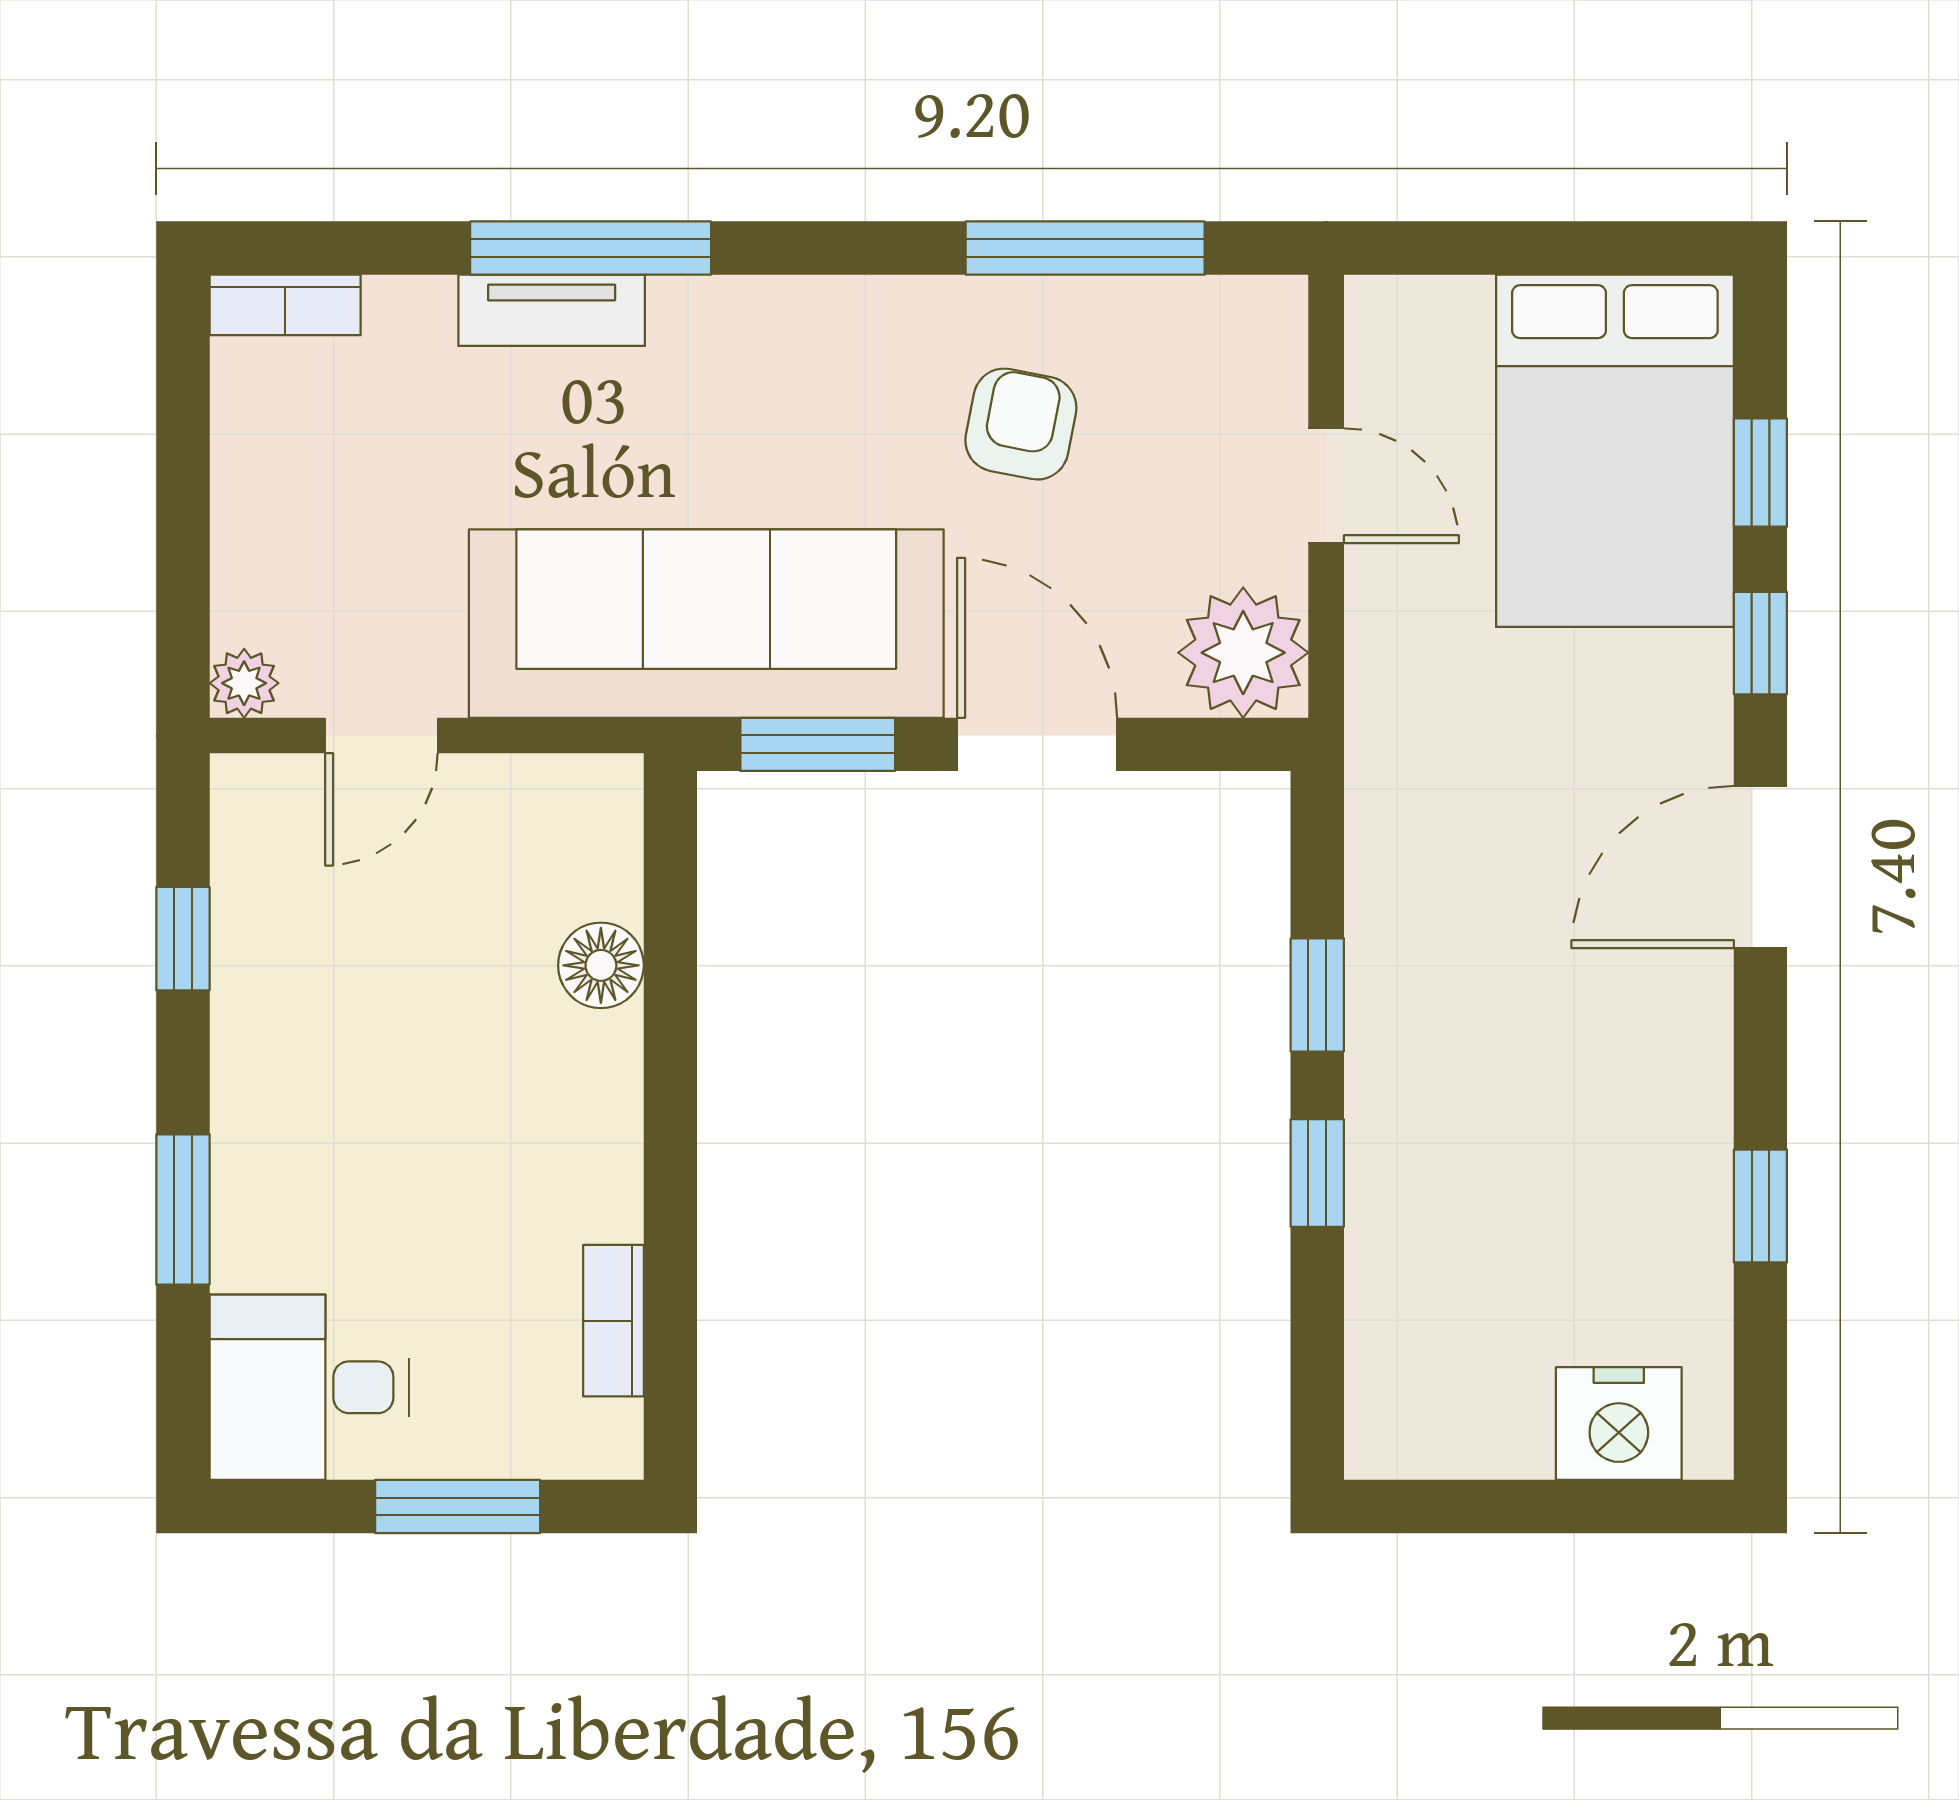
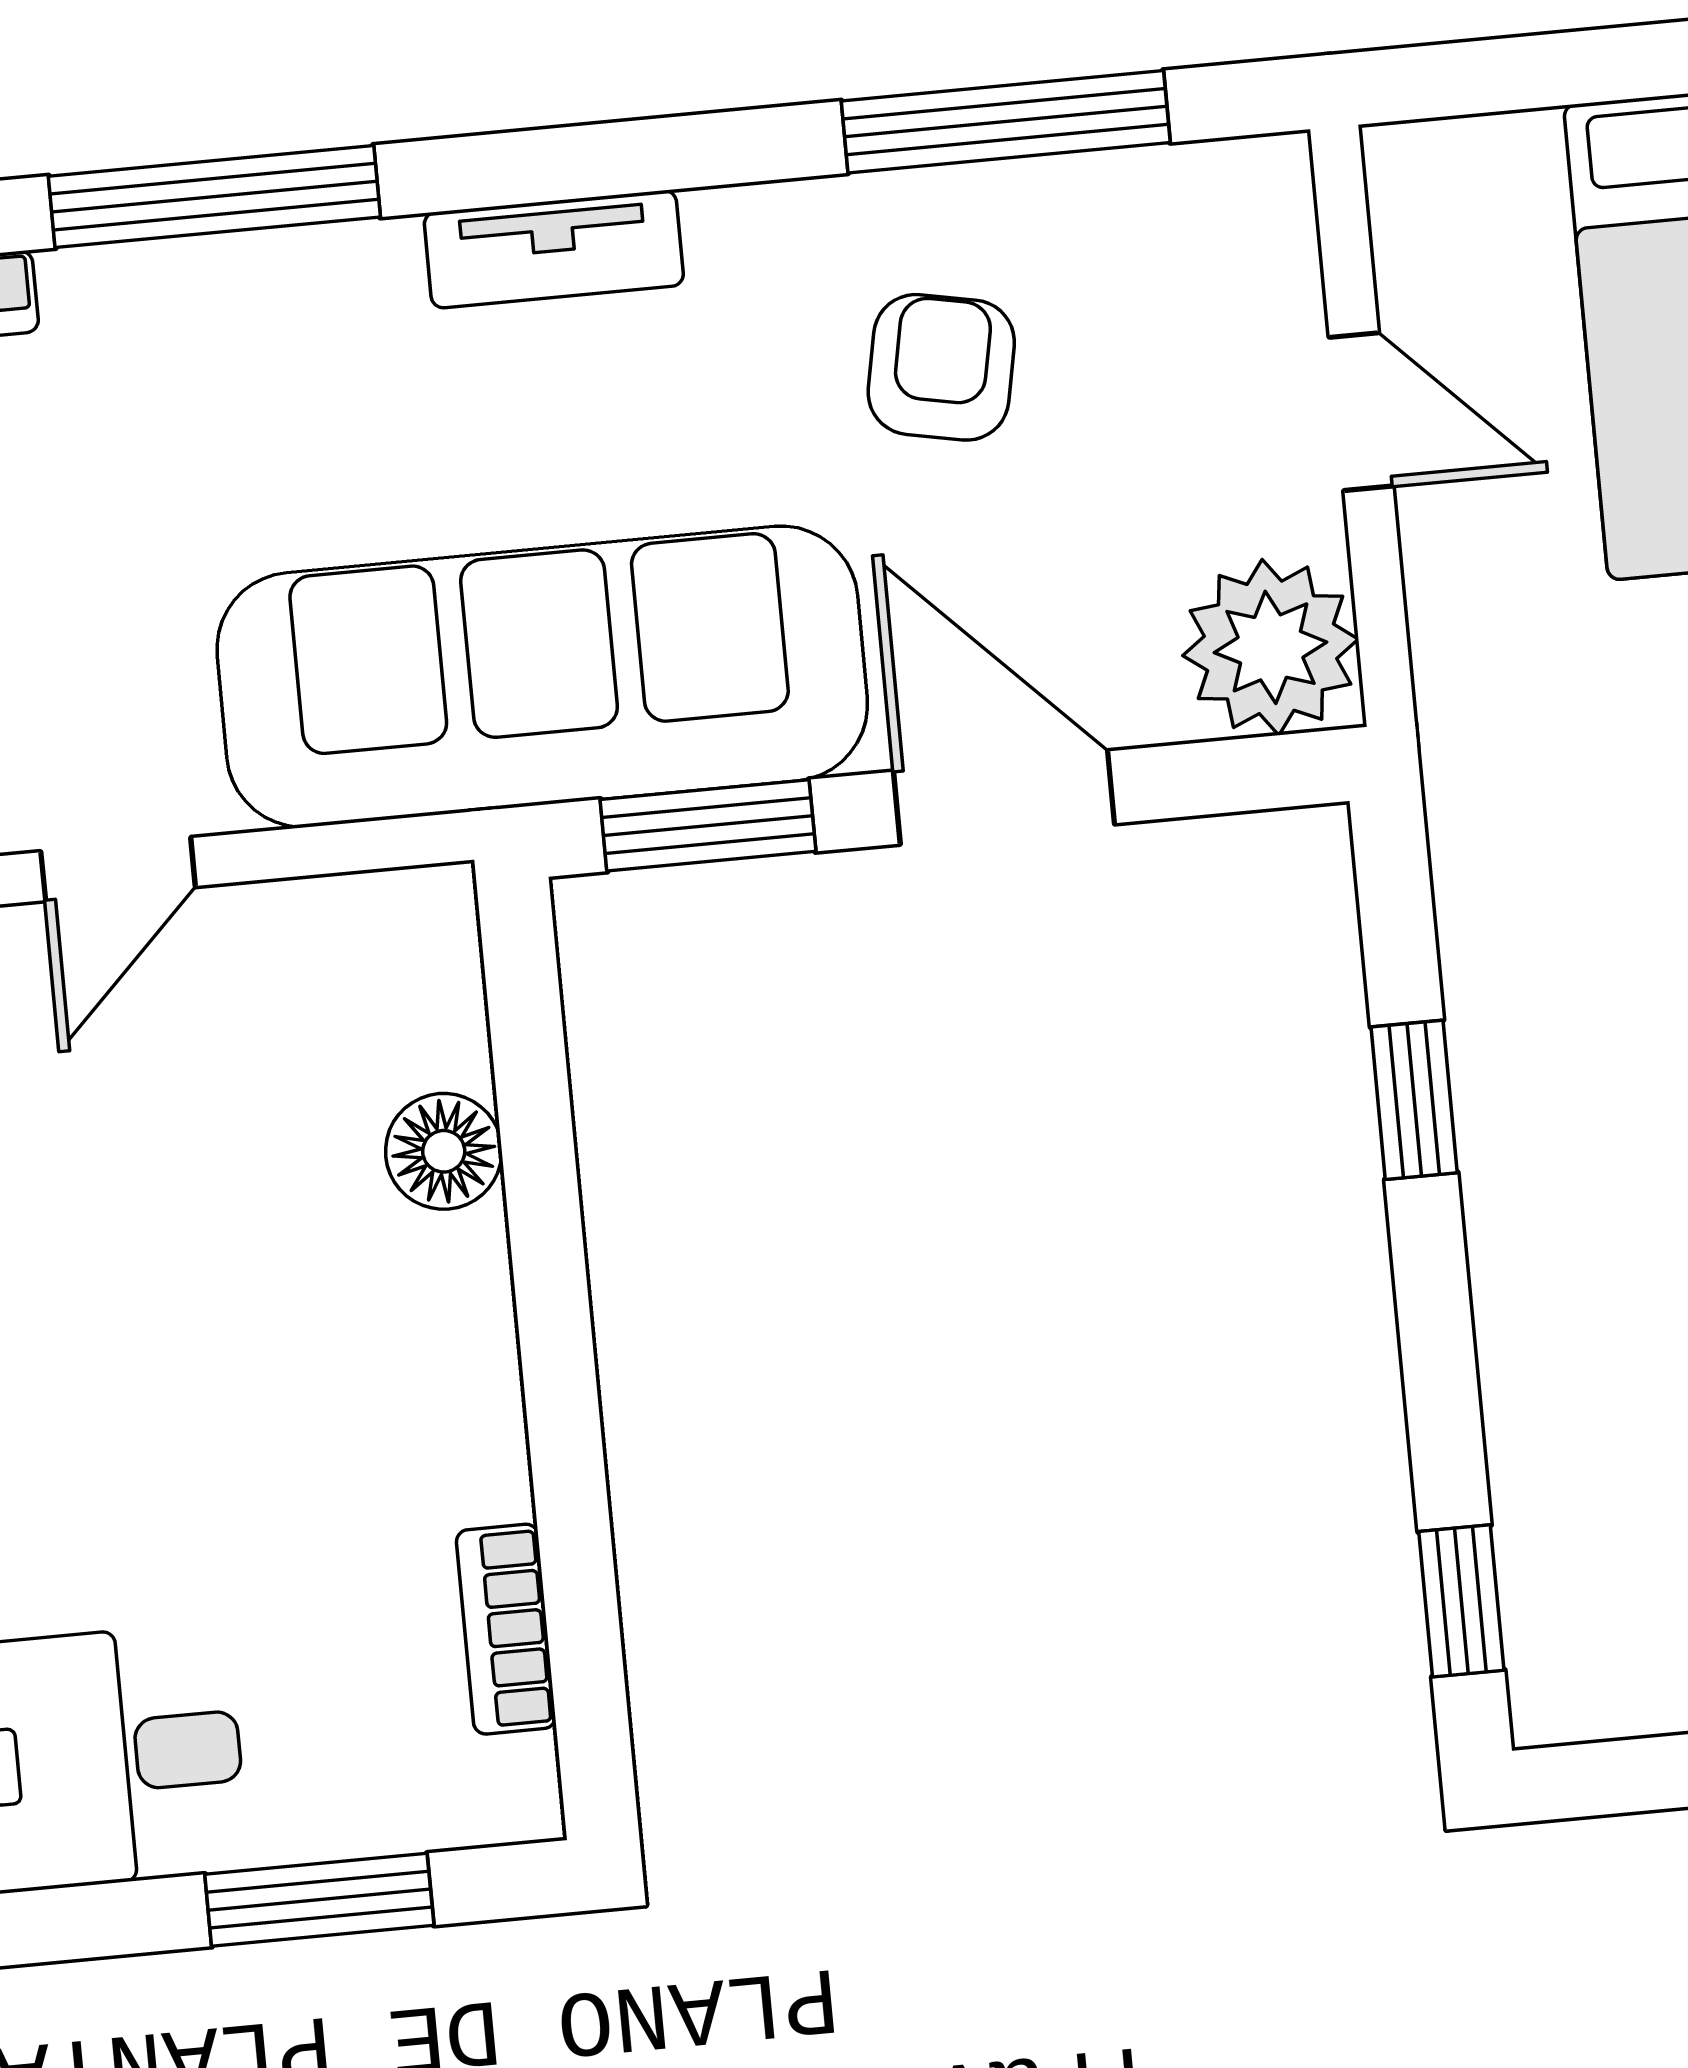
window: (591, 248) -> (214, 197), moved
tv unit: (552, 310) -> (554, 249), moved
window: (1317, 1173) -> (1461, 1601), moved

